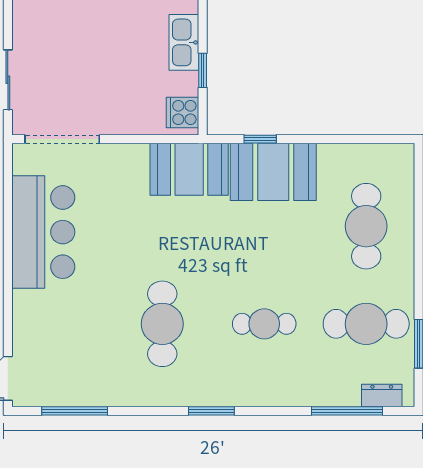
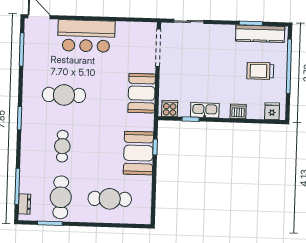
booth: (189, 169) -> (142, 93), moved
bar counter: (43, 232) -> (86, 36), moved

